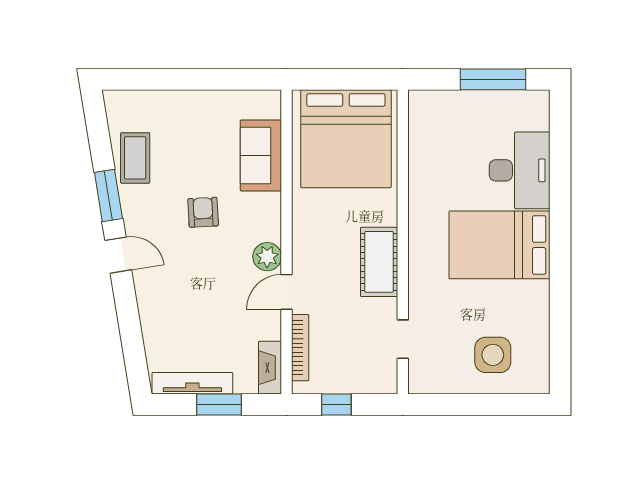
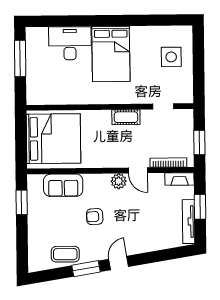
window: (230, 79) -> (22, 202), added
cot: (379, 262) -> (126, 117), width x0.73, depth x0.75
window: (336, 405) -> (199, 142), width x1.50

